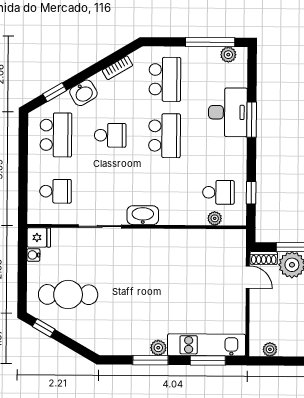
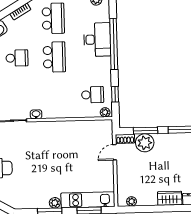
window: (252, 120) -> (114, 44), width x2.11
washbasin: (143, 215) -> (36, 114), width x0.52, depth x0.69
plant: (215, 218) -> (105, 112), moved
door: (248, 277) -> (115, 152), swing flipped

